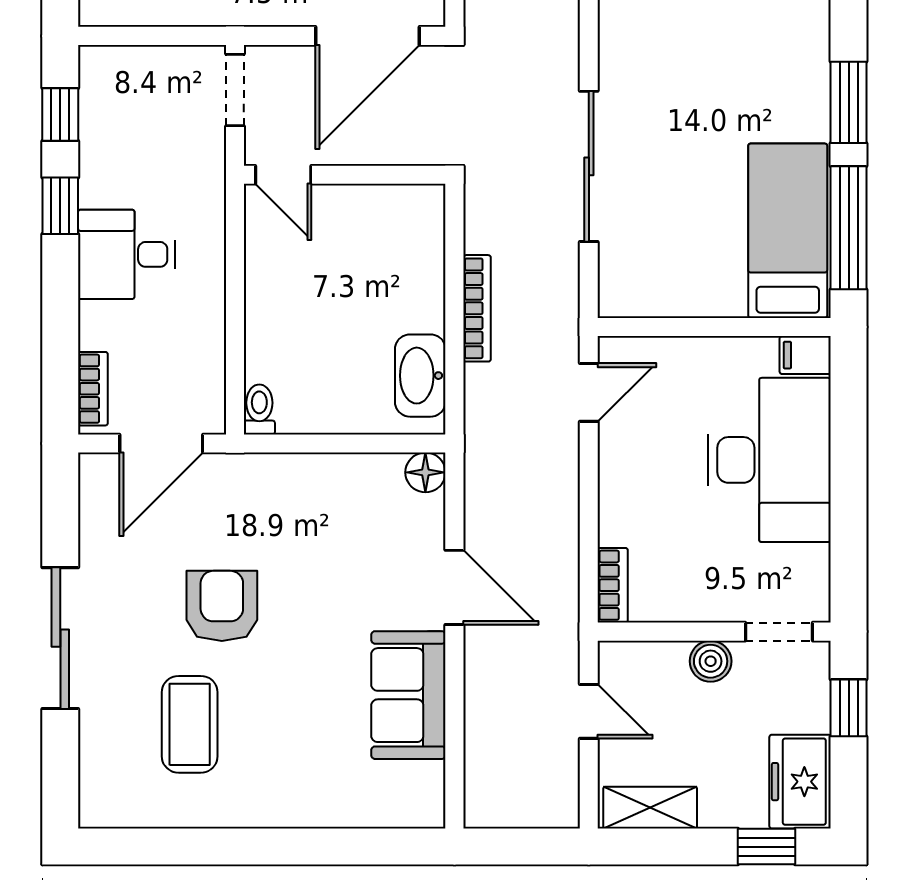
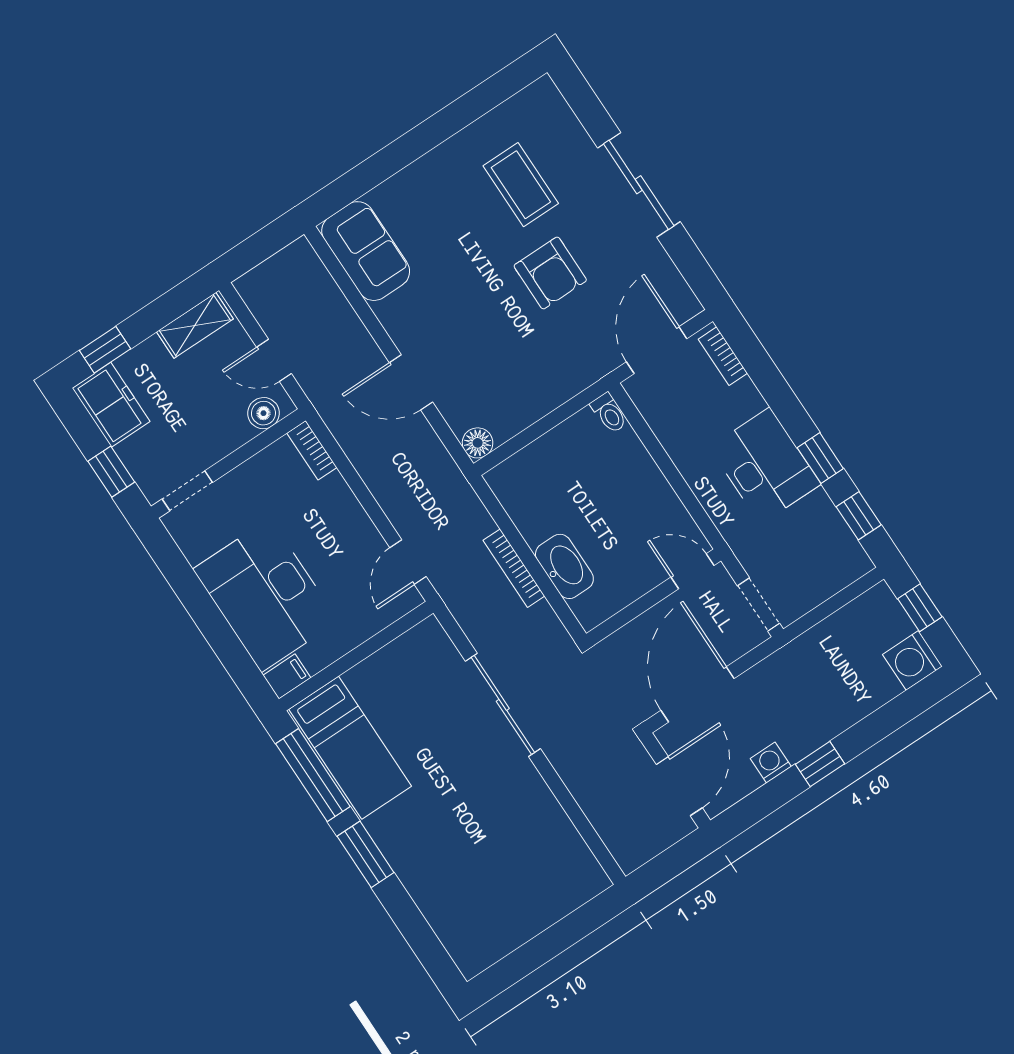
desk: (127, 254) -> (765, 466), width x1.37
washbasin: (420, 376) -> (564, 566), moved
boiler: (711, 661) -> (263, 413), moved
sofa: (408, 695) -> (366, 251), moved

